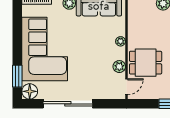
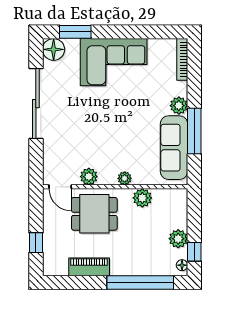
plant: (134, 29) -> (142, 198), added
corner sofa: (45, 49) -> (114, 62), width x0.73, depth x0.74
dining table: (146, 63) -> (94, 214), turned 90

